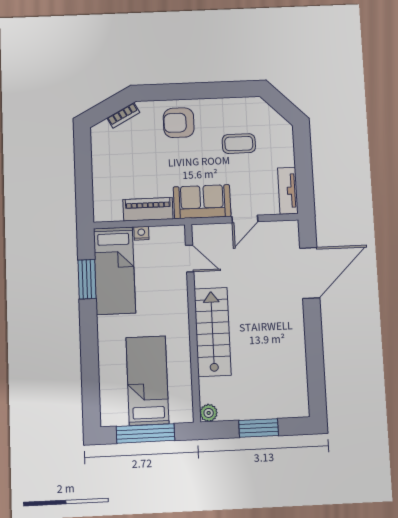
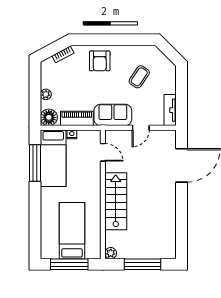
armchair: (179, 123) -> (100, 61), turned -90
coffee table: (239, 144) -> (139, 77), turned -56
plant: (100, 175) -> (46, 94), added
floor lamp: (106, 209) -> (49, 117), added
window: (87, 279) -> (35, 163), width x1.44
window: (259, 428) -> (143, 264), width x1.44

